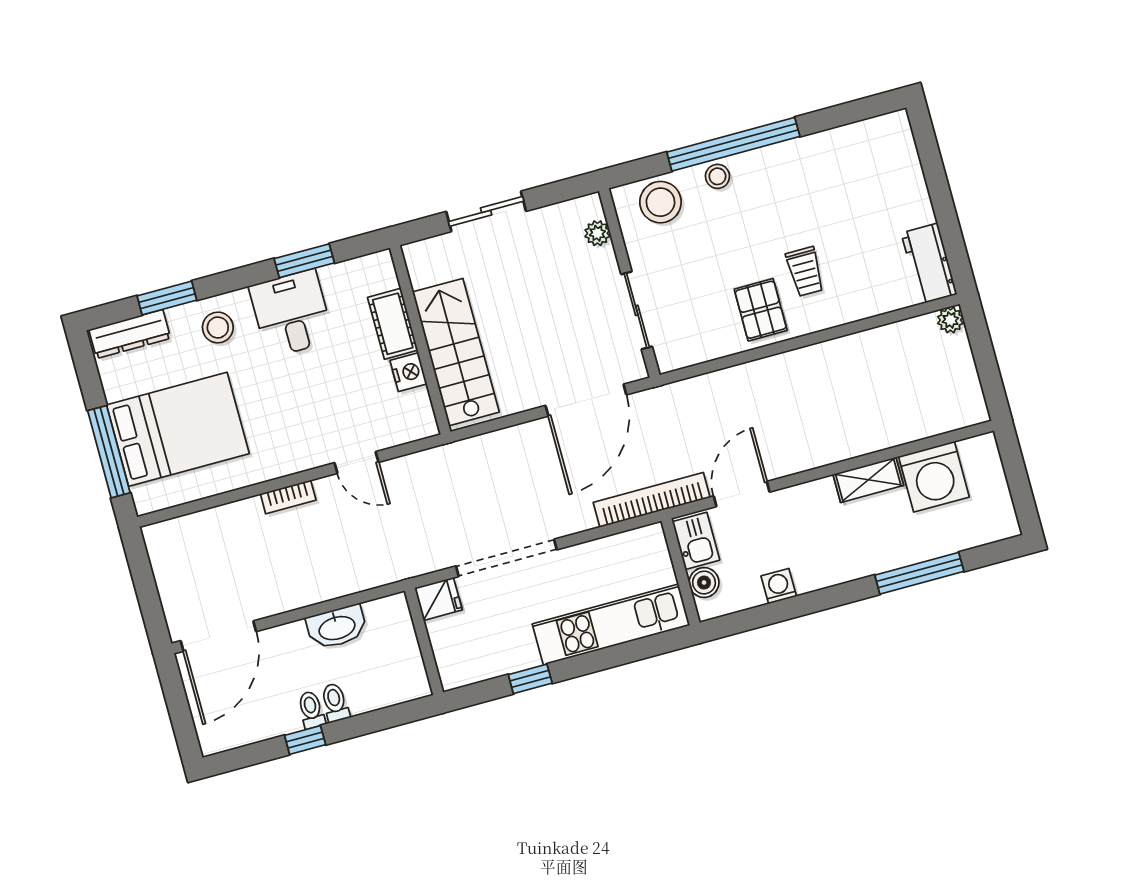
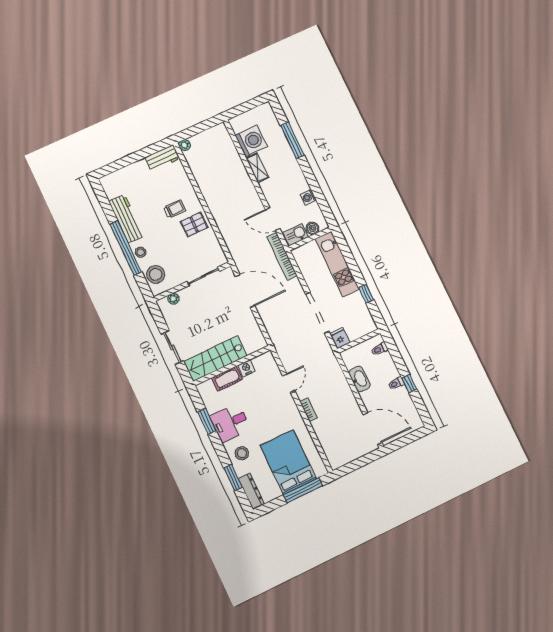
workbench: (801, 157) -> (126, 219), added
stairs: (456, 352) -> (215, 359), moved
toilet: (335, 703) -> (379, 349), moved

